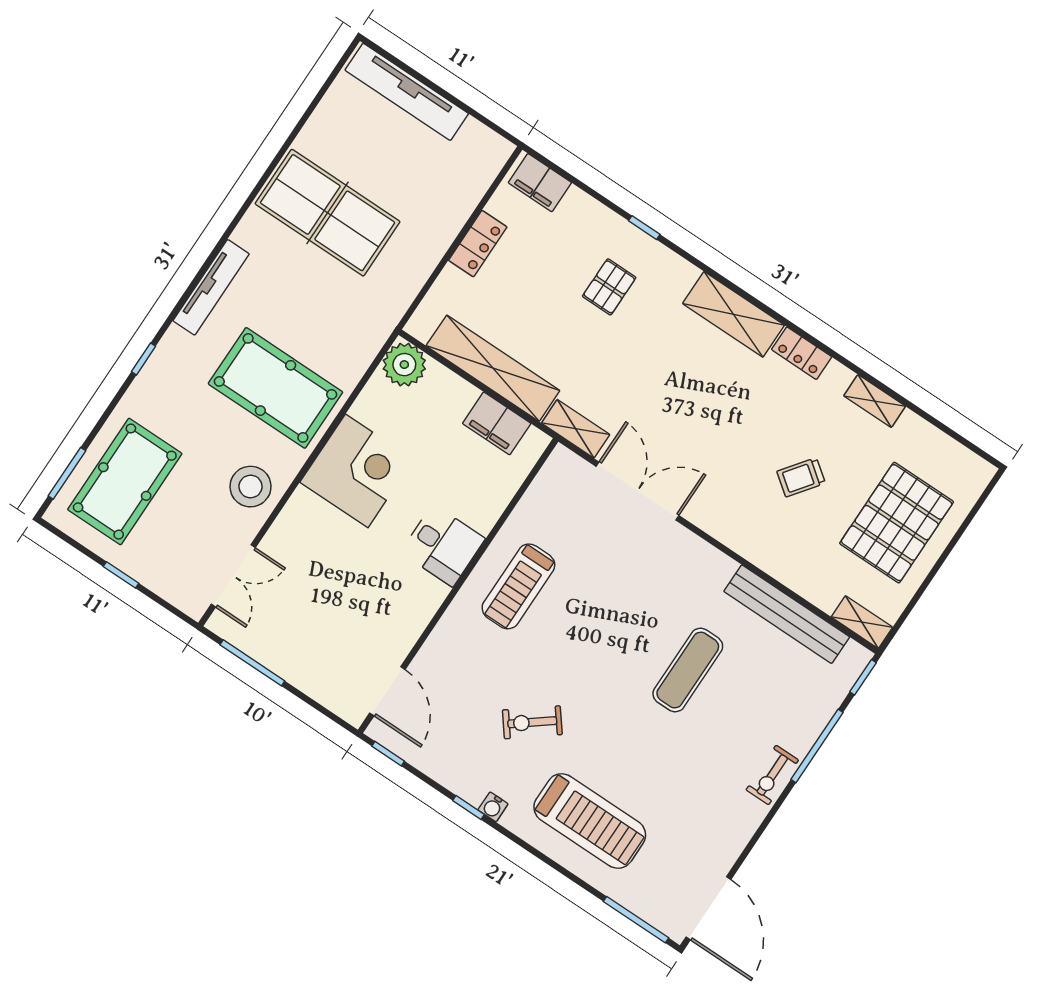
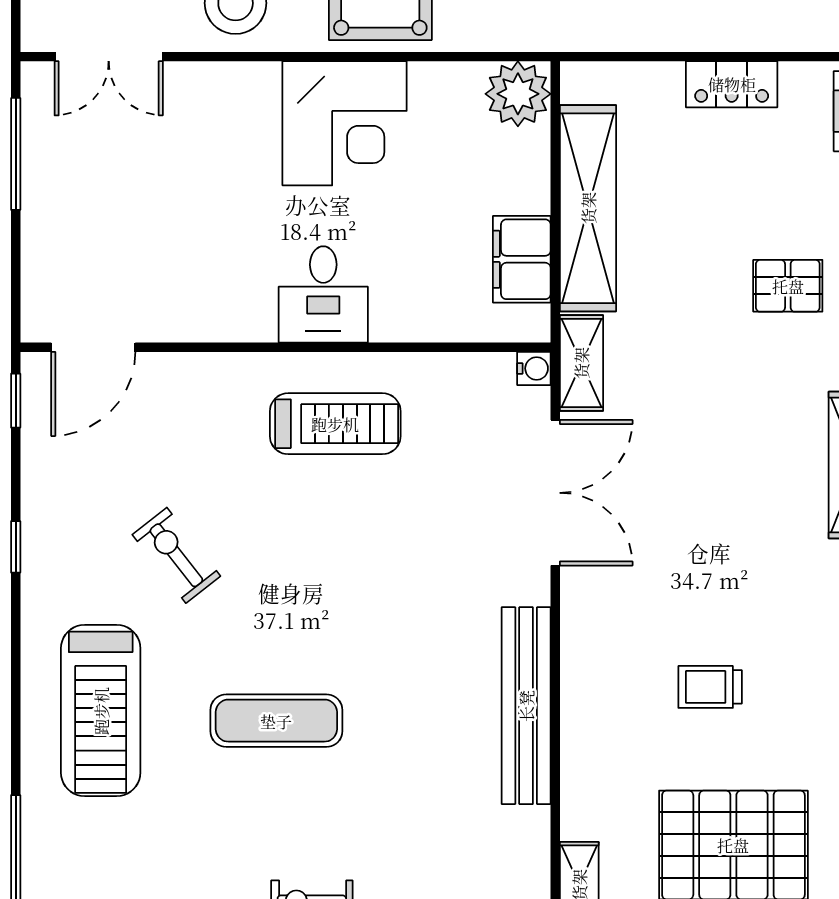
trolley: (801, 477) -> (710, 687), turned -37
treadmill: (518, 586) -> (335, 424), turned 180
bench: (787, 614) -> (526, 706), moved
exercise mat: (688, 670) -> (276, 721), moved
water cooler: (493, 807) -> (534, 368), moved, turned 180

